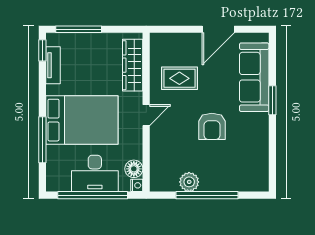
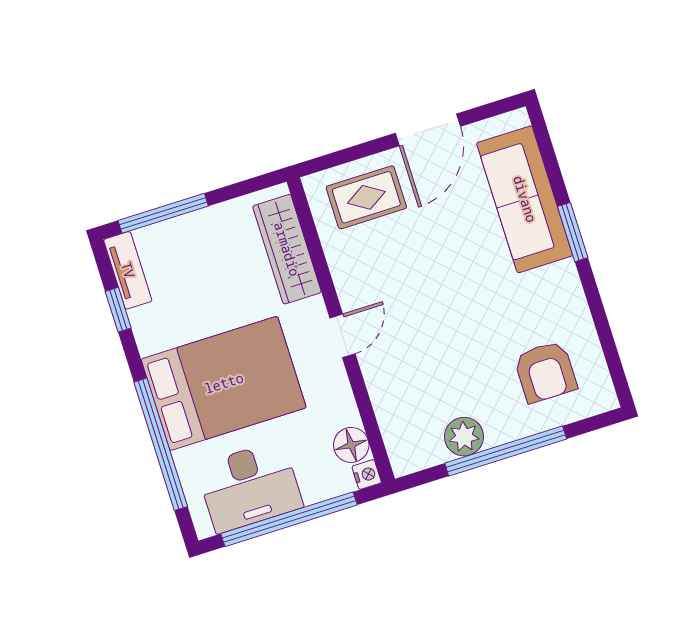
window: (42, 50) -> (118, 310), moved
tv unit: (53, 65) -> (128, 270), moved
rug: (179, 78) -> (366, 197), moved
armchair: (212, 126) -> (545, 372), moved
window: (42, 140) -> (161, 444), width x1.46
desk: (95, 173) -> (250, 487), moved

